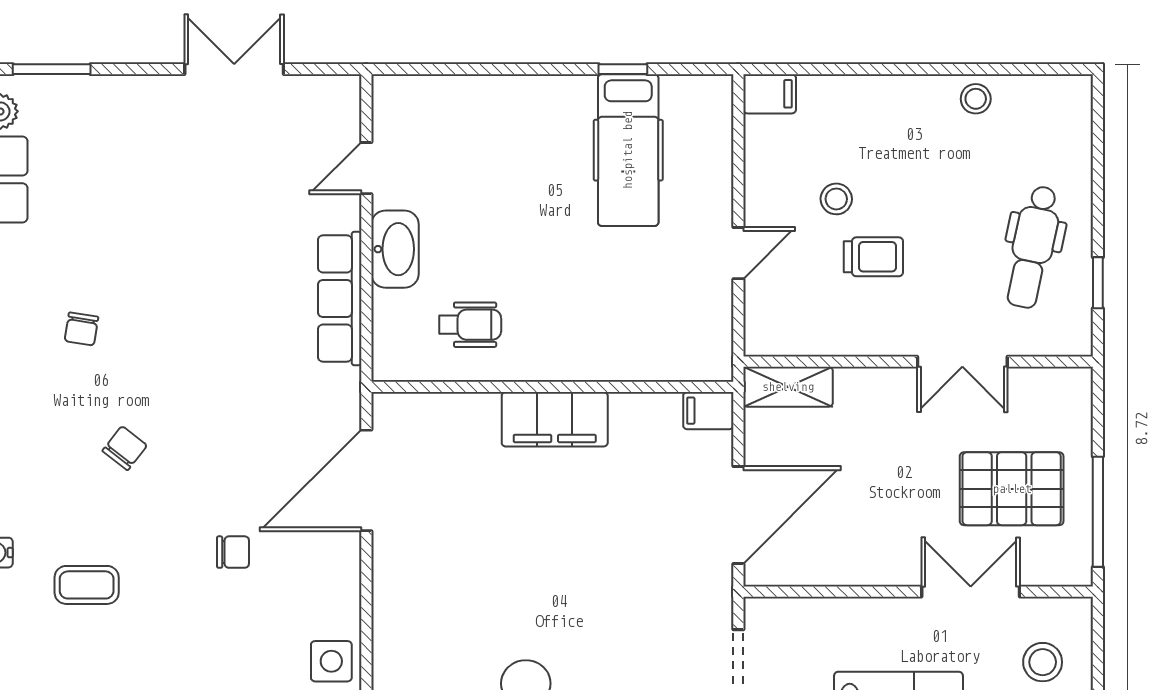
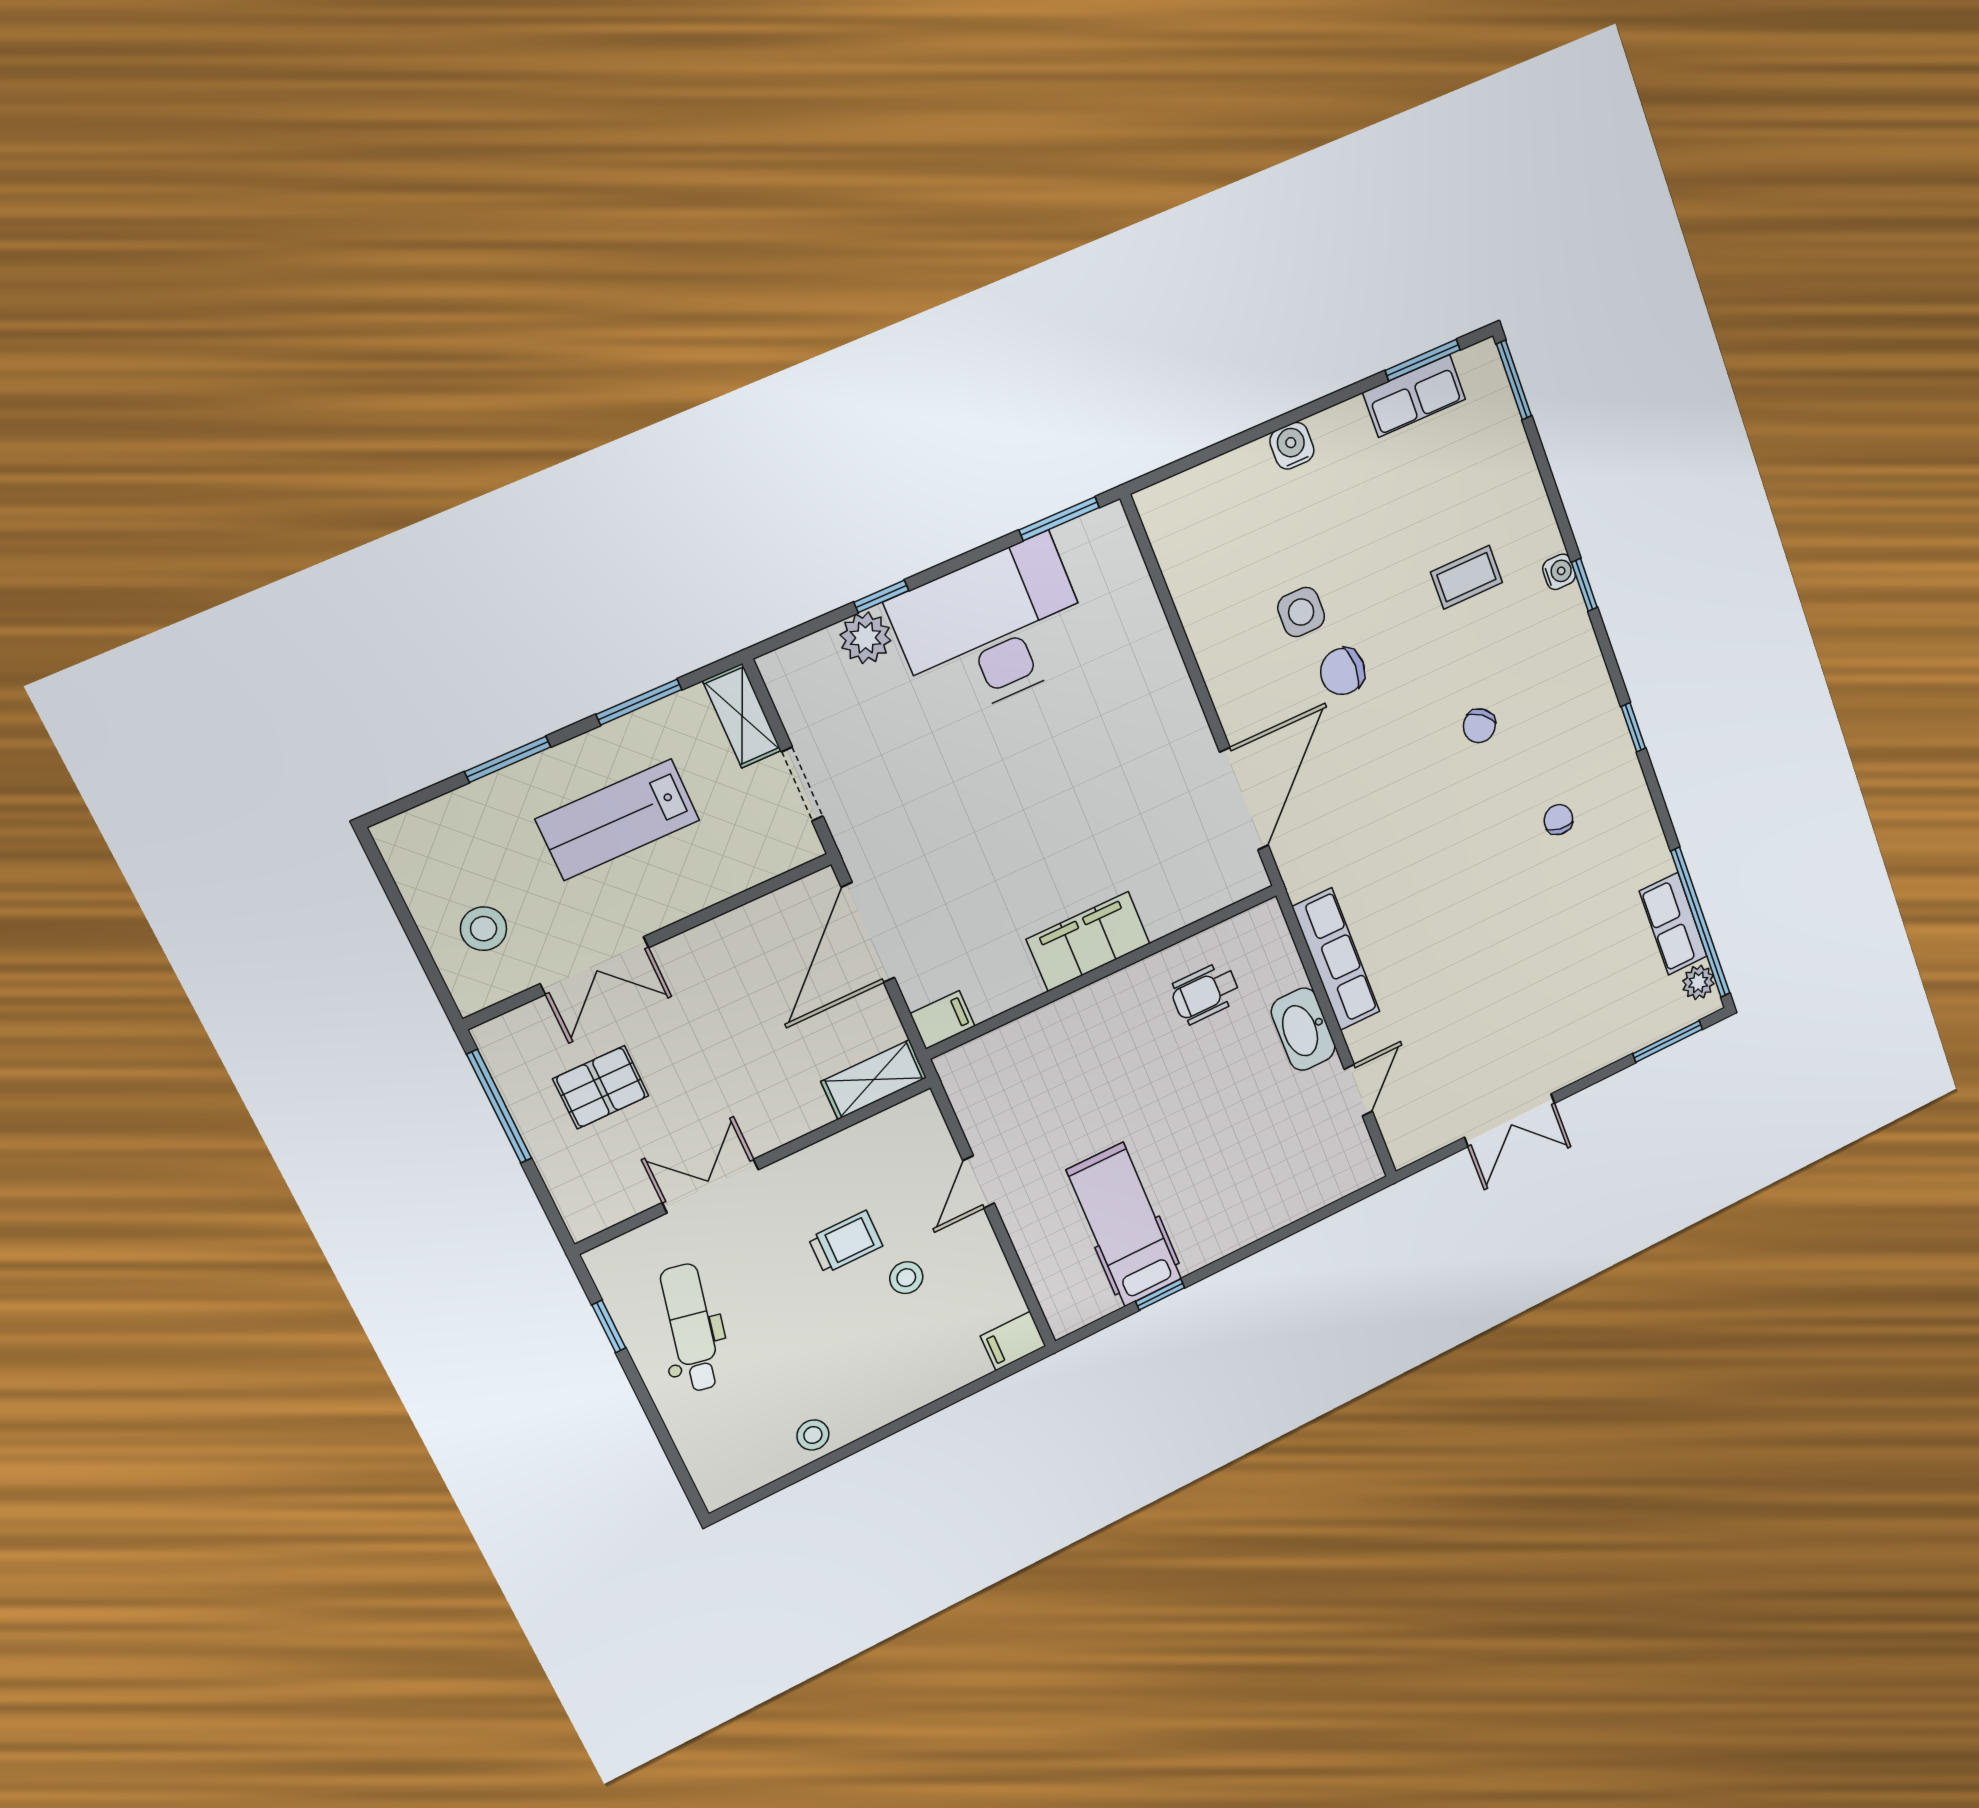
trolley: (873, 257) -> (845, 1242), turned 180
pallet: (1012, 489) -> (601, 1087), width x0.67, depth x0.71
chair: (233, 552) -> (1343, 671), width x1.37, depth x1.37
side table: (331, 661) -> (1301, 612), moved

